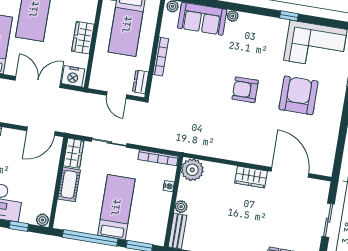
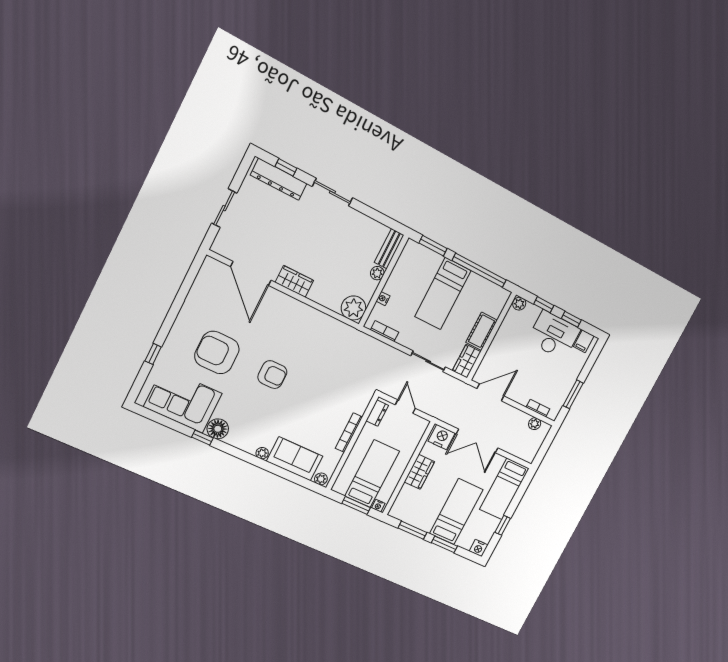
floor lamp: (278, 27) -> (218, 429), added
armchair: (299, 95) -> (217, 353), turned 90
bookcase: (158, 158) -> (385, 331), width x0.64

